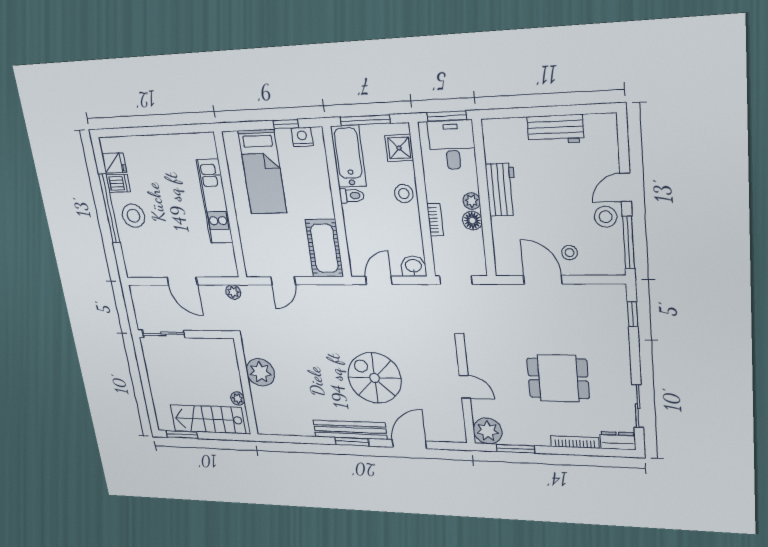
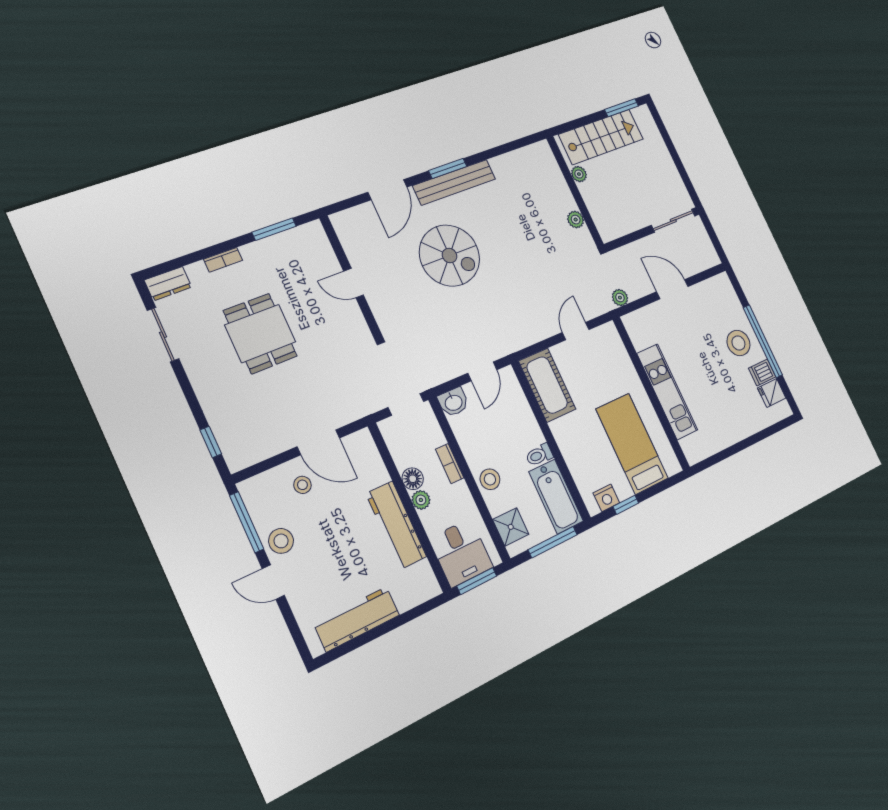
workbench: (555, 129) -> (357, 619), width x1.38
door: (626, 187) -> (273, 582), swing flipped
workbench: (501, 190) -> (396, 525), width x1.38
plant: (260, 372) -> (576, 220), width x0.53, depth x0.53
dining table: (558, 378) -> (260, 333), turned 90
plant: (488, 431) -> (311, 239), removed
bookcase: (575, 442) -> (223, 260), width x0.64

